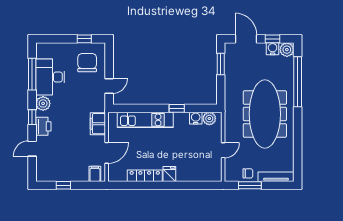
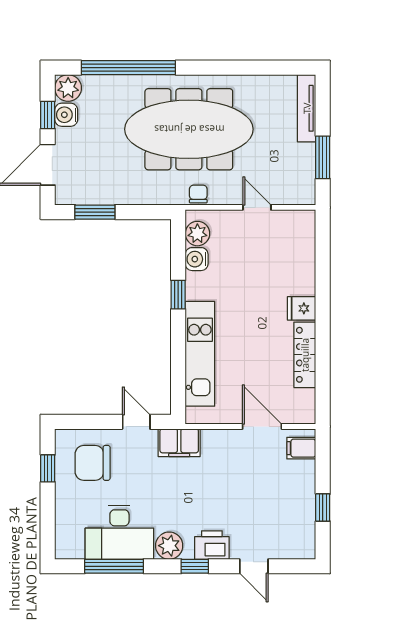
filing cabinet: (98, 124) -> (179, 443), moved
chair: (248, 173) -> (198, 194), moved

